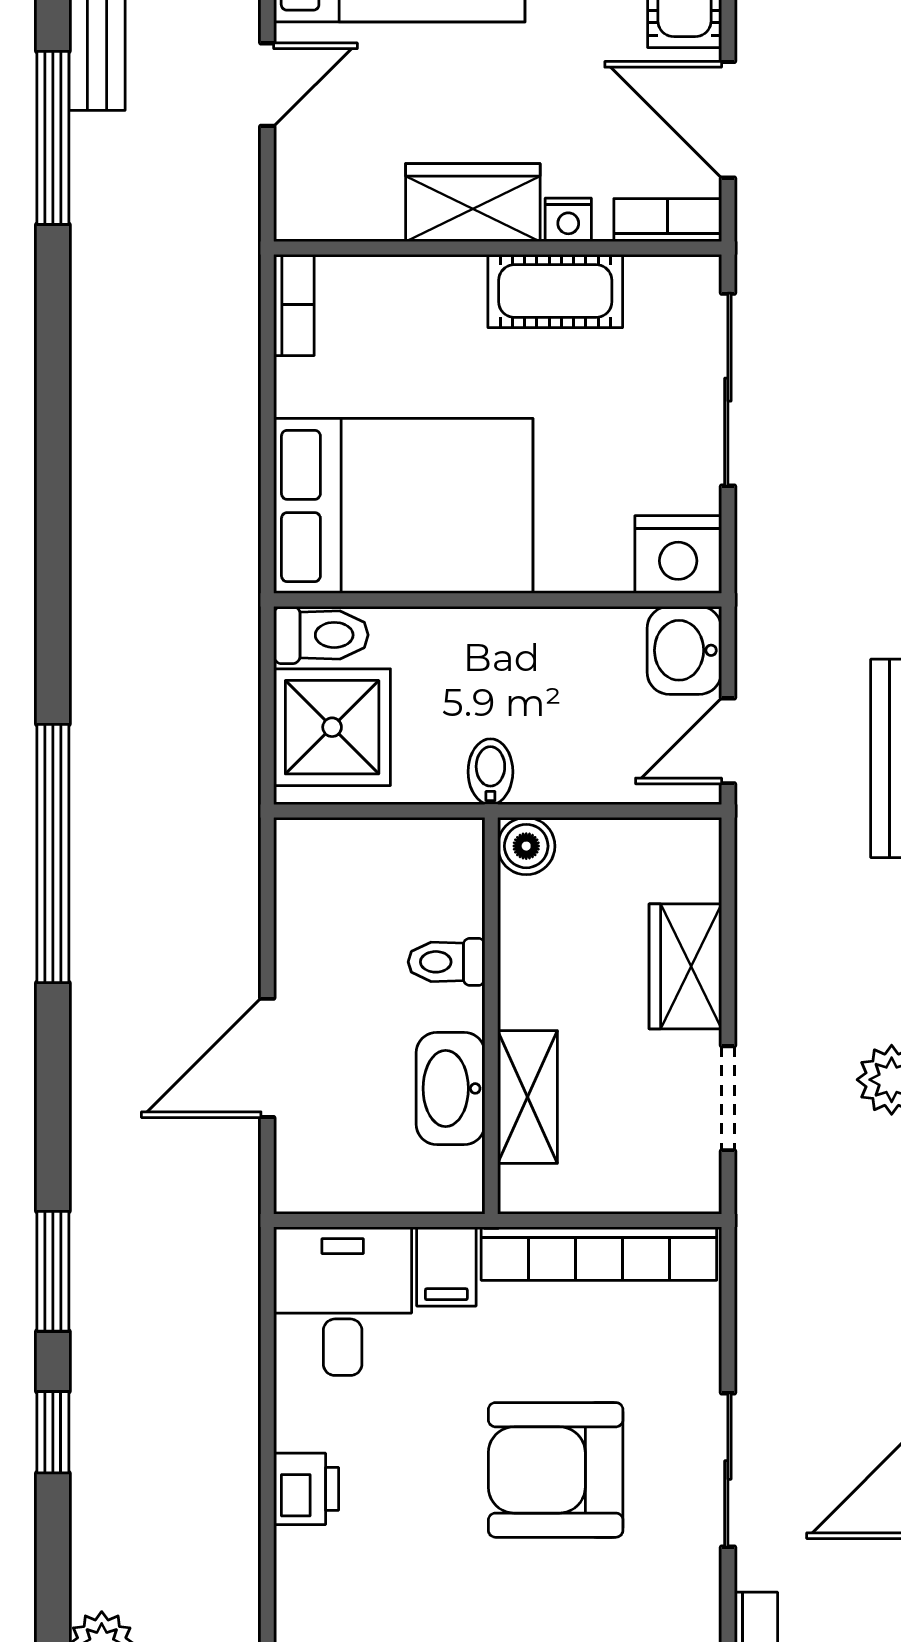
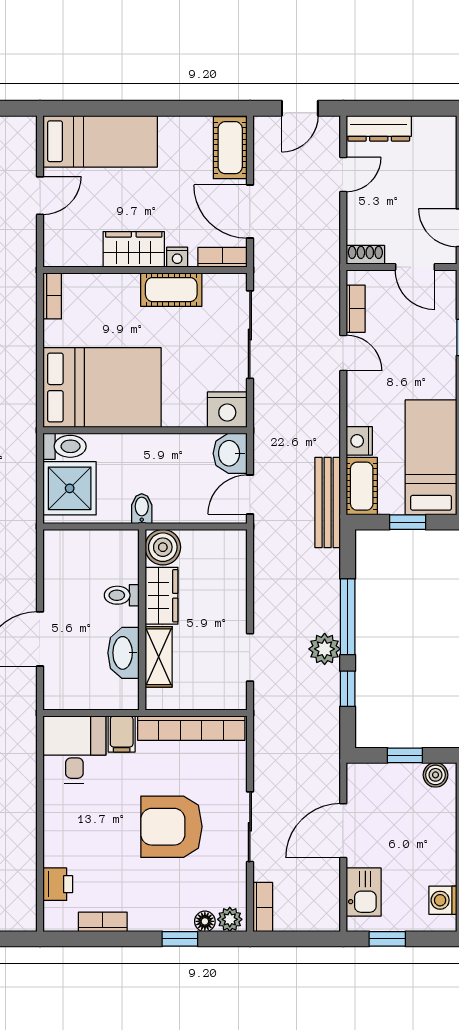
boiler: (526, 846) -> (163, 547), width x1.36, depth x1.36
wardrobe: (685, 966) -> (161, 596), moved, turned 180
printer: (306, 1489) -> (58, 884), moved

